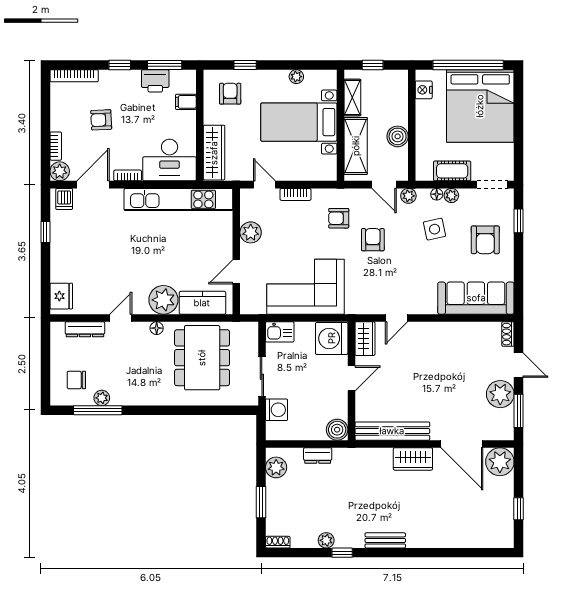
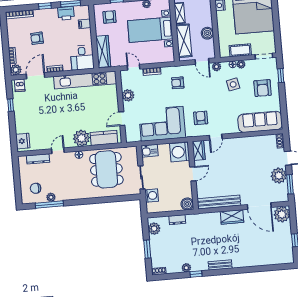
desk: (170, 160) -> (82, 58), width x0.73
armchair: (373, 240) -> (201, 118), moved

